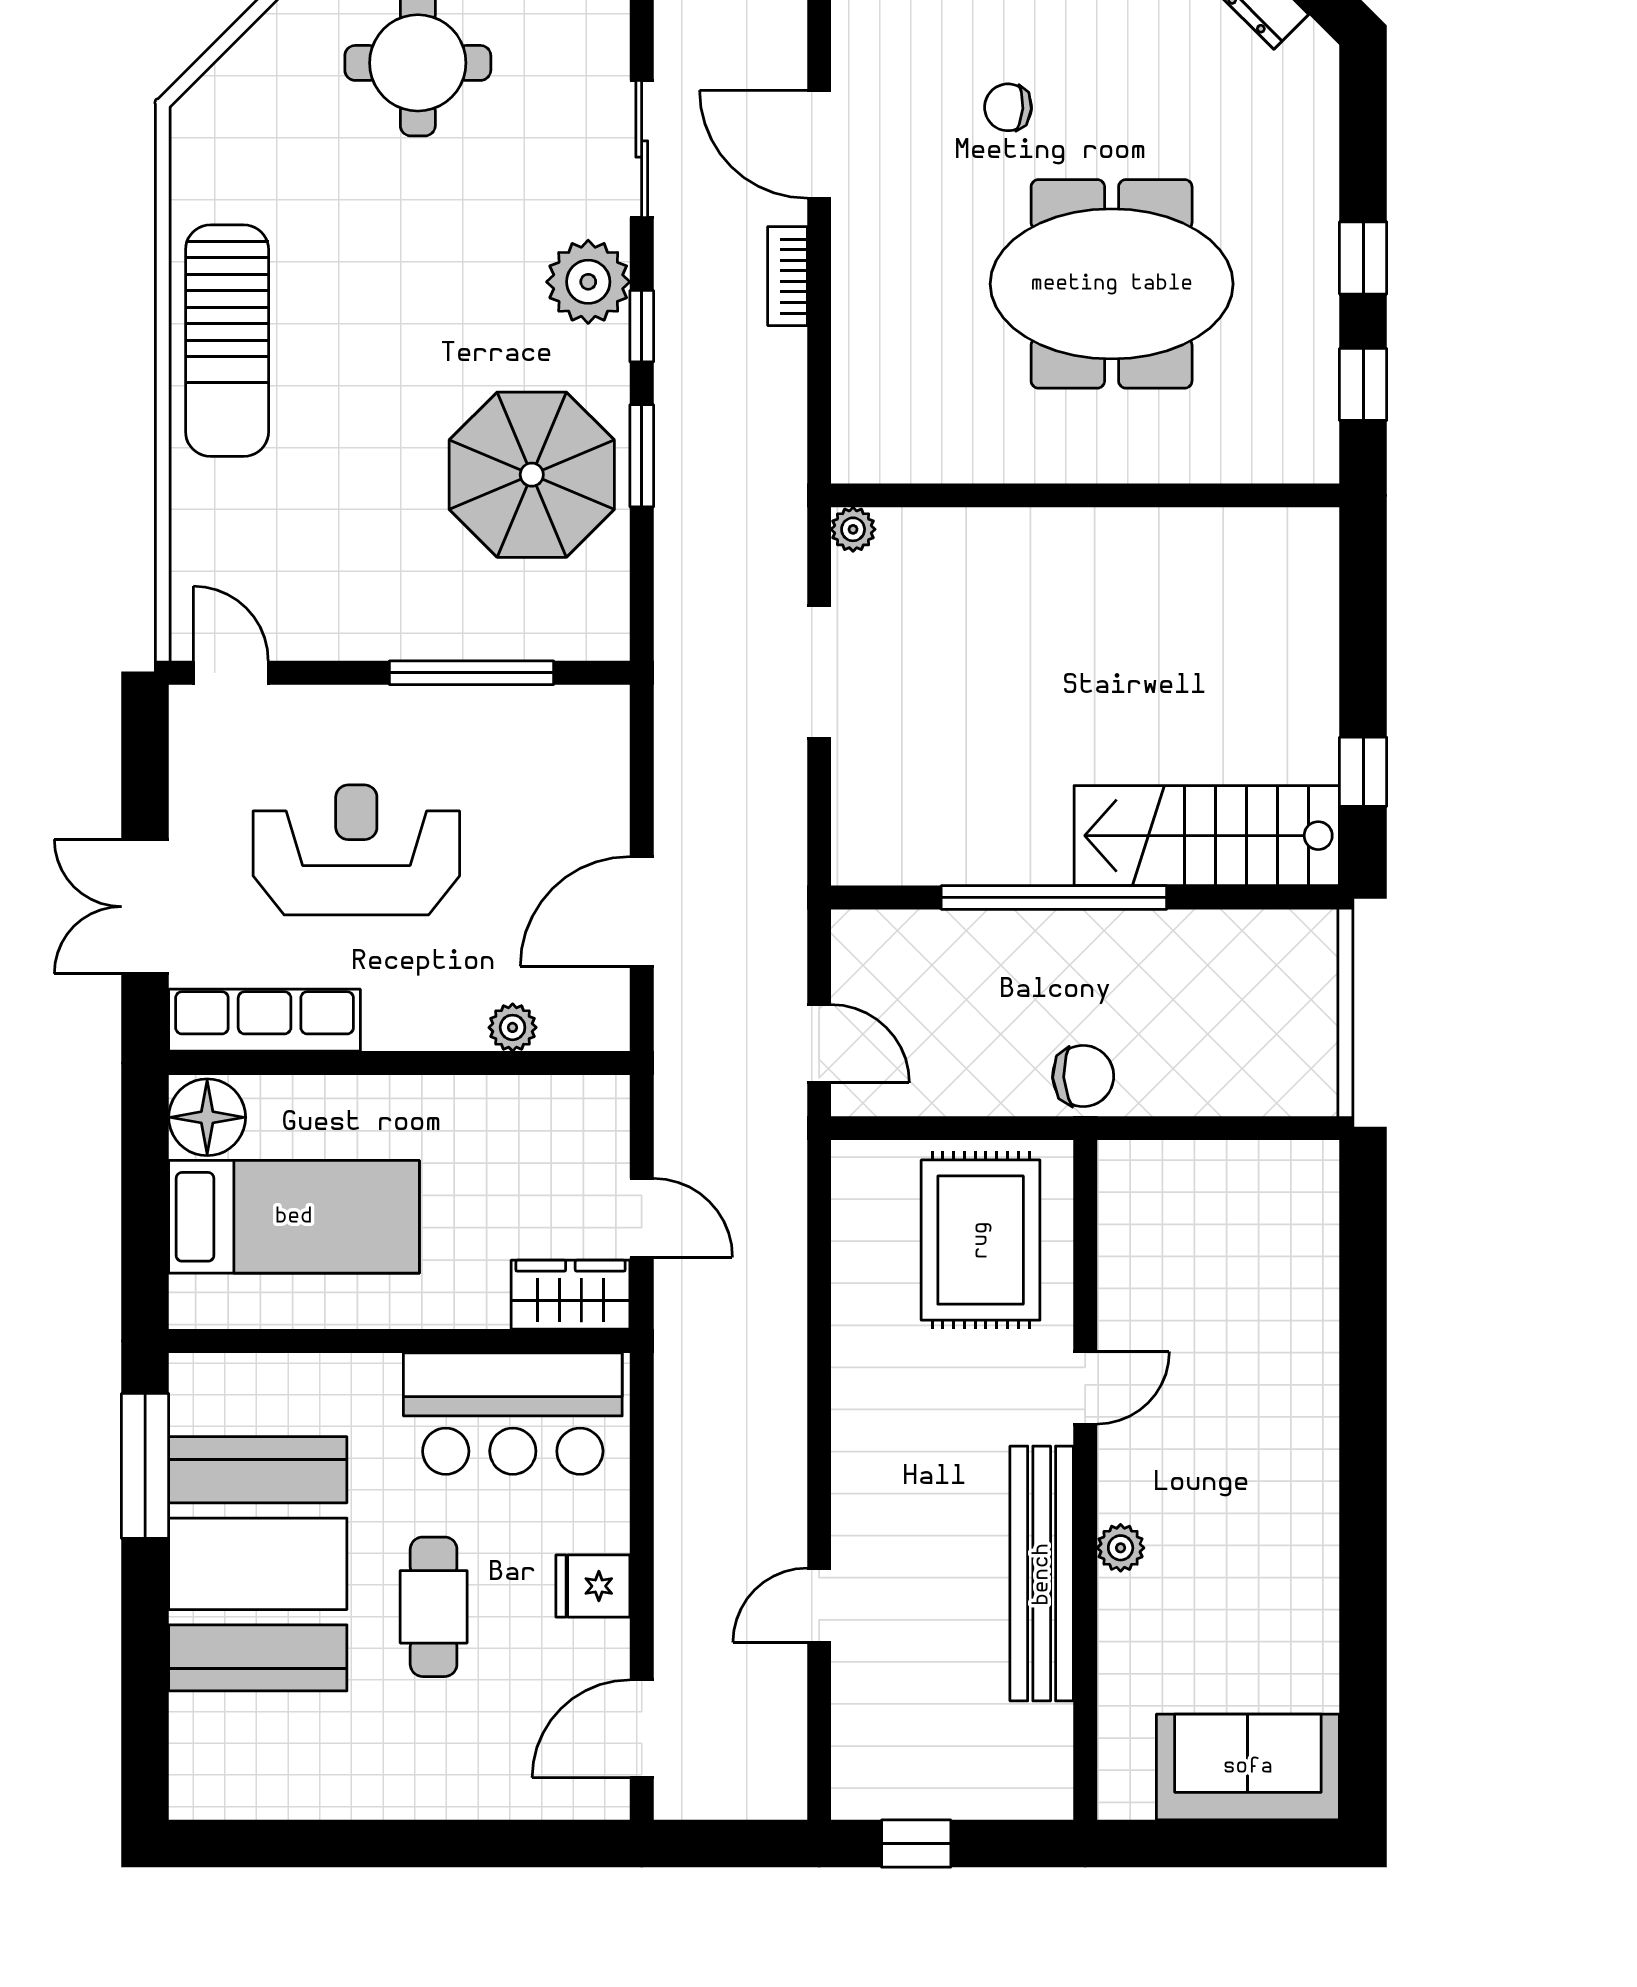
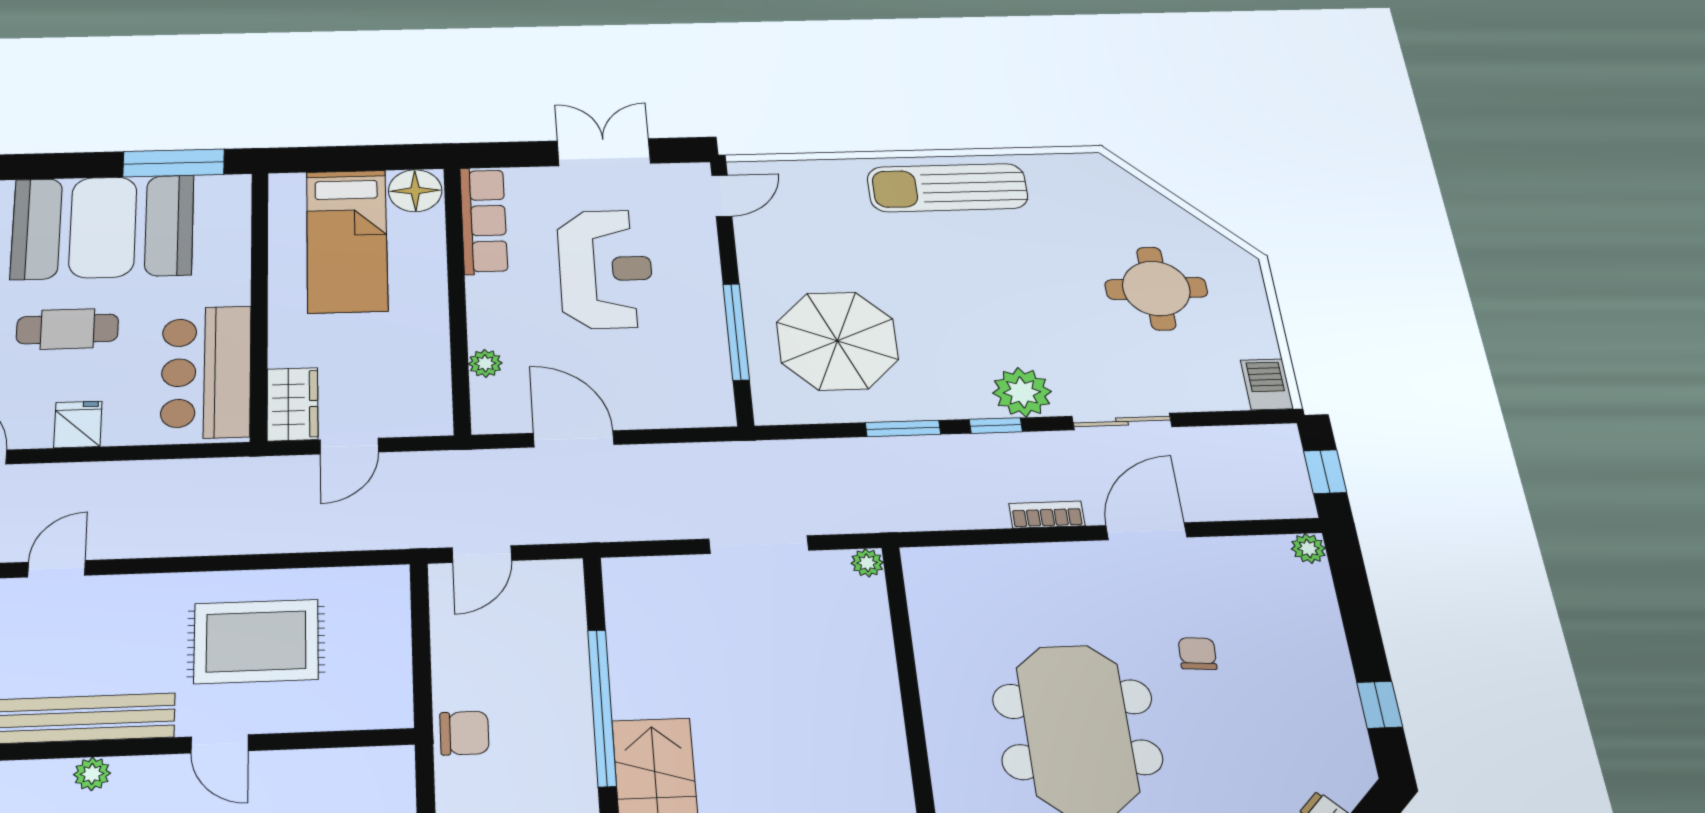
parasol: (532, 475) -> (837, 341), moved
double door: (145, 907) -> (604, 152), moved
chair: (1083, 1076) -> (464, 733), turned -87
rug: (981, 1240) -> (256, 641), moved
door: (819, 1605) -> (57, 569), hinge flipped

